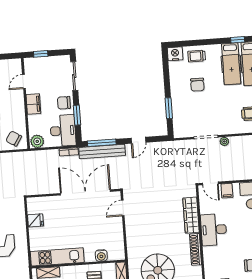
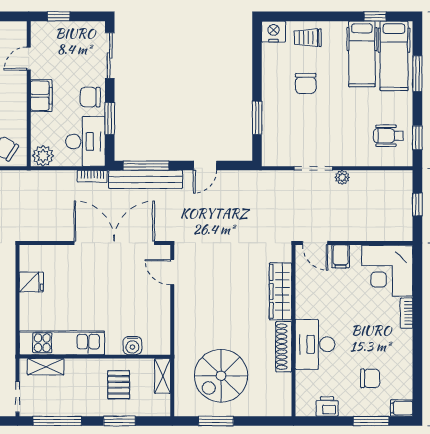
door: (123, 208) -> (172, 272), hinge flipped
desk: (214, 230) -> (315, 344), moved

